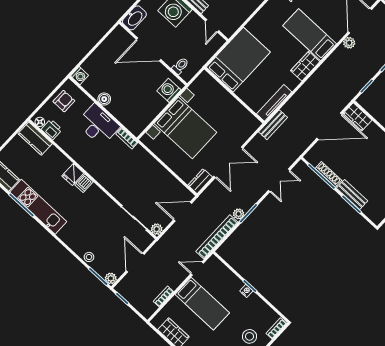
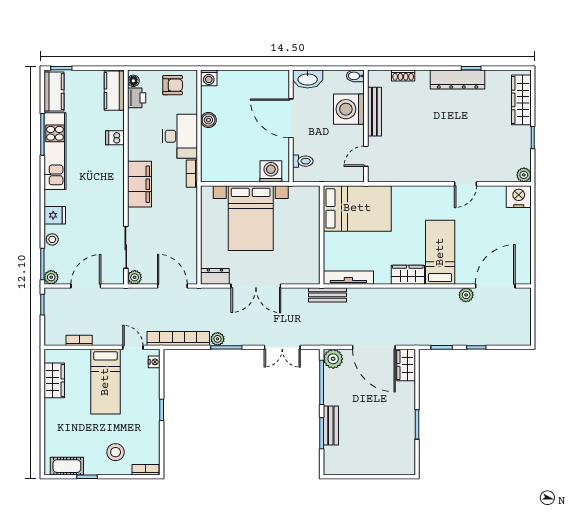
plant: (314, 157) -> (333, 359), added
shoe rack: (328, 174) -> (329, 387), removed
fridge: (73, 175) -> (55, 215), moved, turned 180
filing cabinet: (104, 175) -> (139, 184), added
dishwasher: (84, 183) -> (115, 138), moved
nightstand: (246, 291) -> (154, 362), moved

